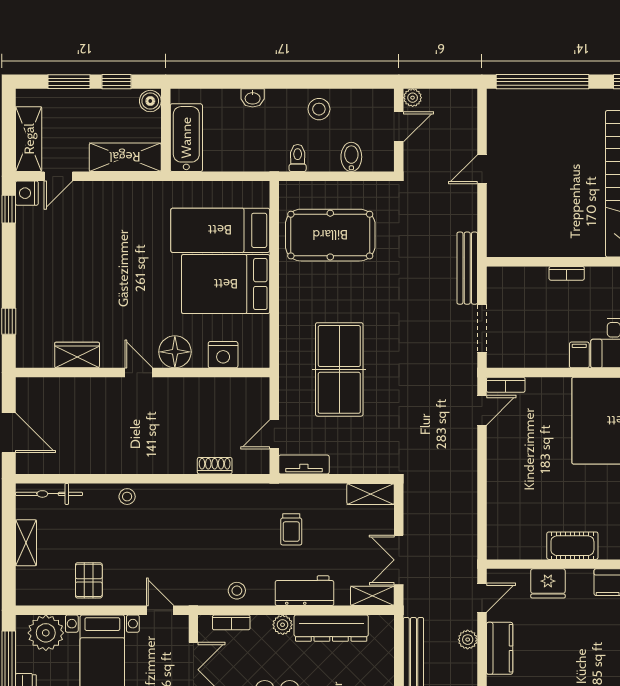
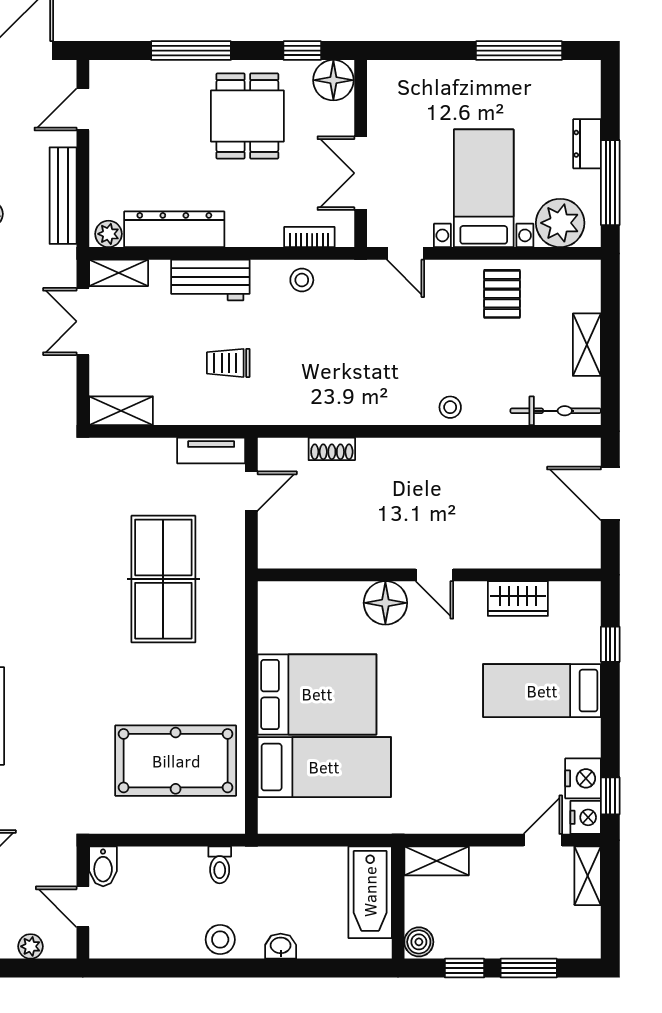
plant: (413, 98) -> (31, 946), moved
stool: (319, 109) -> (220, 940), moved
door: (399, 127) -> (83, 907), hinge flipped
shelving: (29, 139) -> (588, 876), width x0.67, depth x0.75
shelving: (125, 157) -> (437, 861), width x0.67, depth x0.75
bidet: (351, 157) -> (103, 866), moved
bed: (59, 287) -> (542, 691), added
nightstand: (223, 355) -> (583, 778), moved, turned 90
trolley: (291, 529) -> (228, 363), turned -90
double door: (399, 560) -> (83, 321), swing flipped
plant: (283, 625) -> (108, 234), moved

